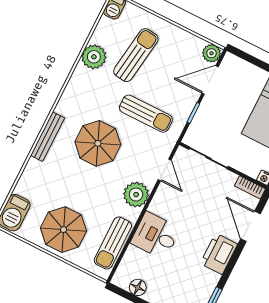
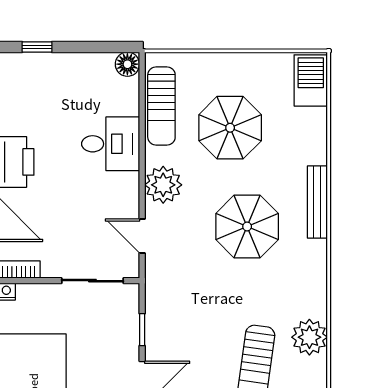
sun lounger: (146, 114) -> (204, 297), removed
parasol: (63, 230) -> (230, 128), moved
sun lounger: (113, 243) -> (161, 106), turned 180
floor lamp: (138, 287) -> (127, 64), moved

